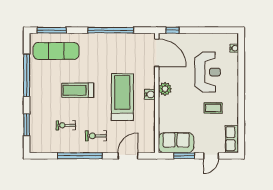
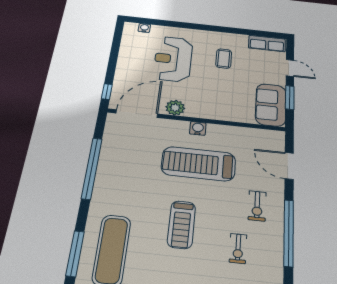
reception desk: (208, 72) -> (173, 59), turned -90
plant: (165, 89) -> (175, 108), moved

